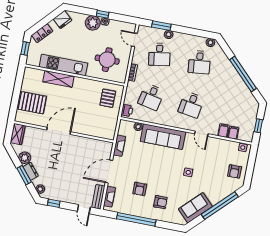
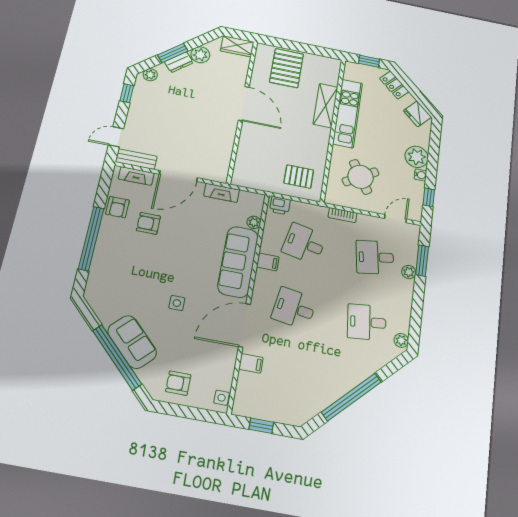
window: (103, 14) -> (429, 197), moved
round table: (107, 60) -> (361, 177), turned -31
filing cabinet: (233, 133) -> (268, 262), moved
door: (201, 134) -> (244, 325), width x1.88
door: (109, 171) -> (178, 176), swing flipped
armchair: (160, 202) -> (117, 207), moved
sofa: (195, 208) -> (132, 342), moved
window: (136, 219) -> (91, 238), moved

